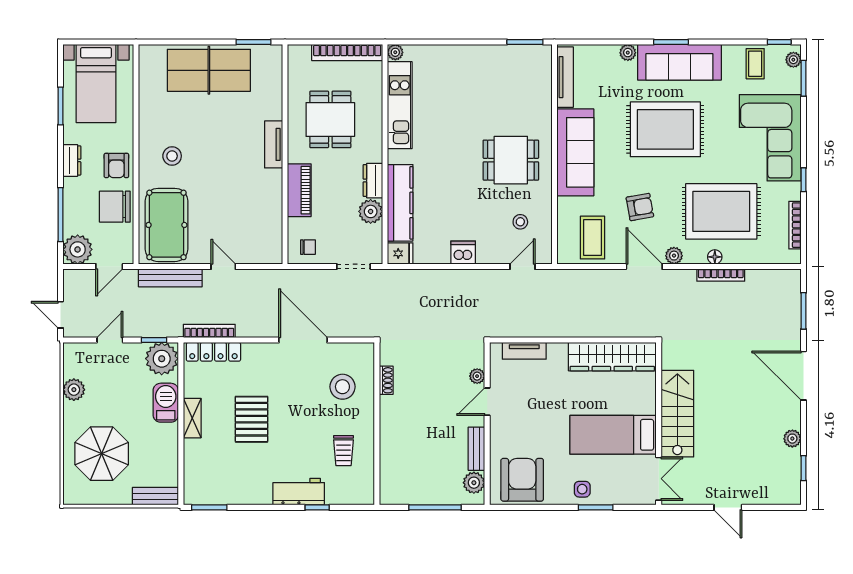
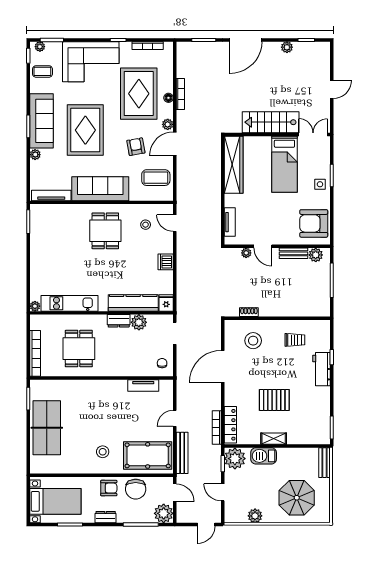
bookcase: (347, 53) -> (35, 353), moved
dining table: (330, 119) -> (79, 349), turned 90
tv unit: (274, 144) -> (143, 386), moved
piano: (299, 190) -> (125, 369), removed

